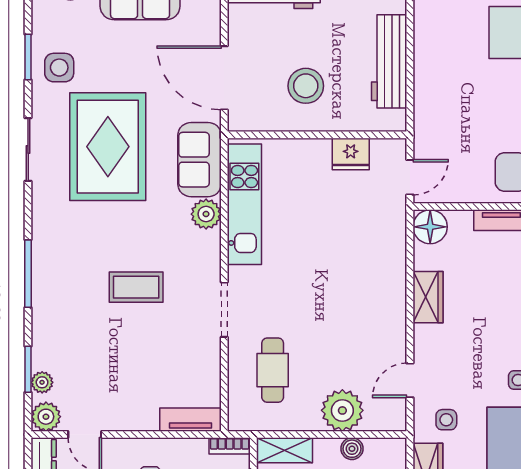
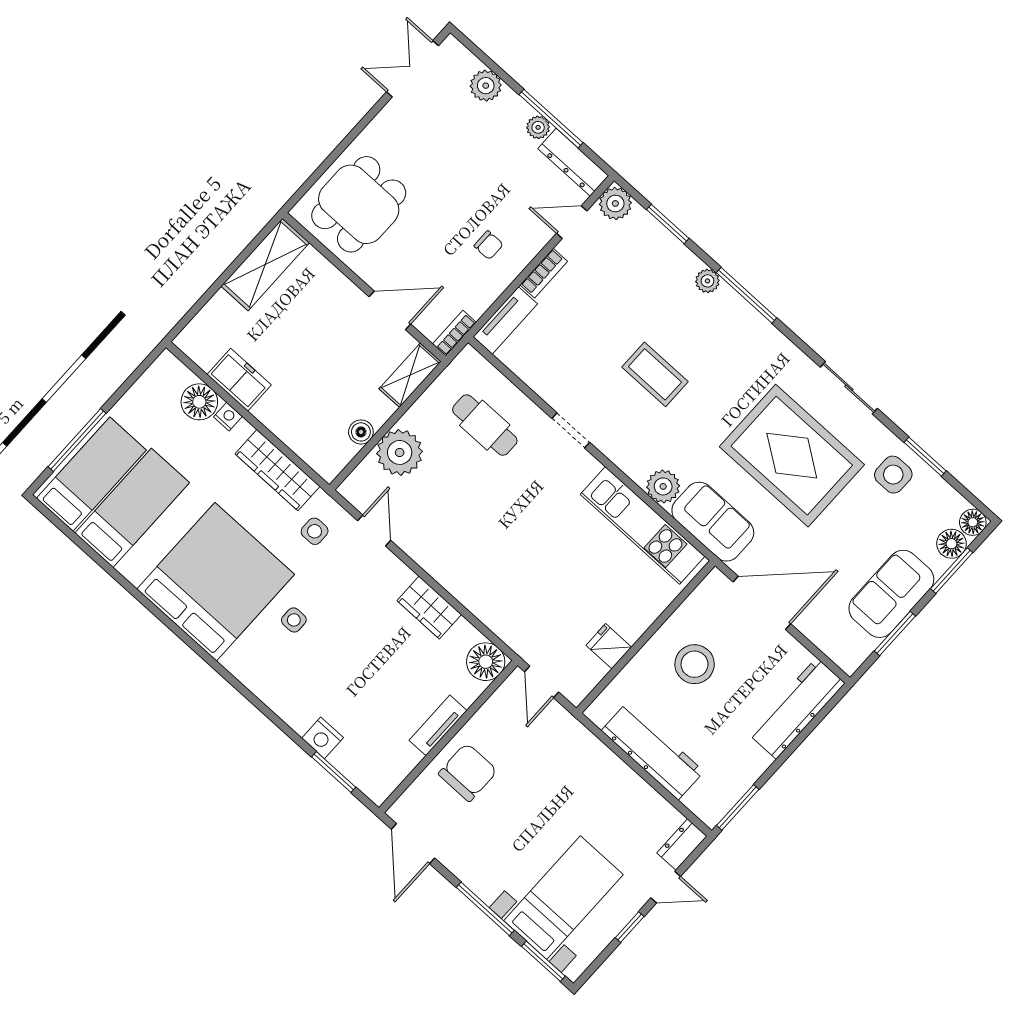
fridge: (351, 154) -> (609, 646), width x0.72
coffee table: (136, 287) -> (655, 374), turned 90
doorway: (224, 310) -> (571, 430), width x0.73
plant: (42, 382) -> (707, 281), moved
bookcase: (136, 422) -> (544, 273), added

